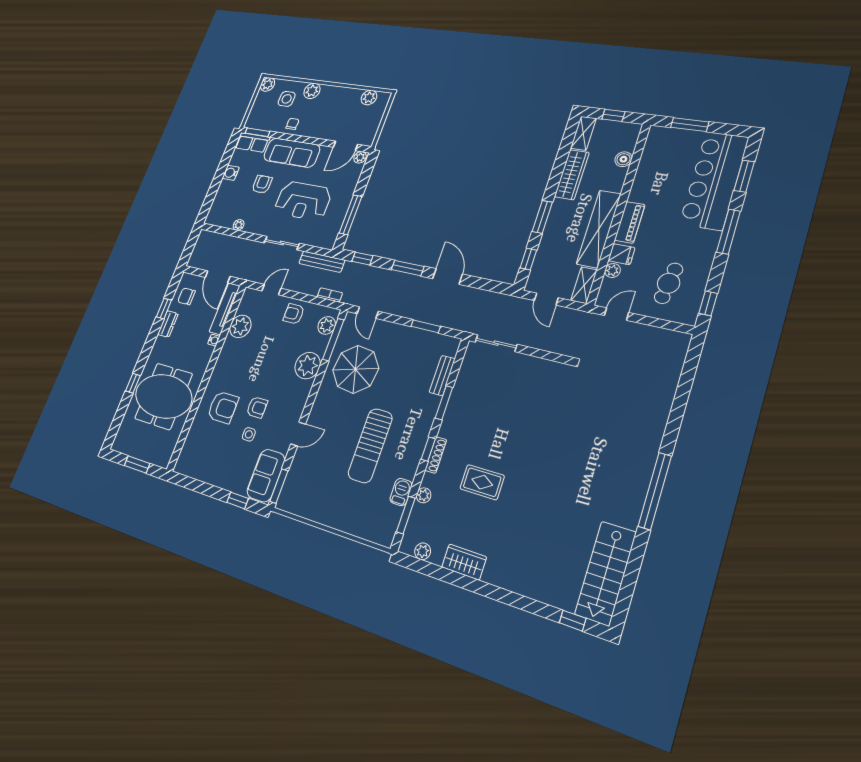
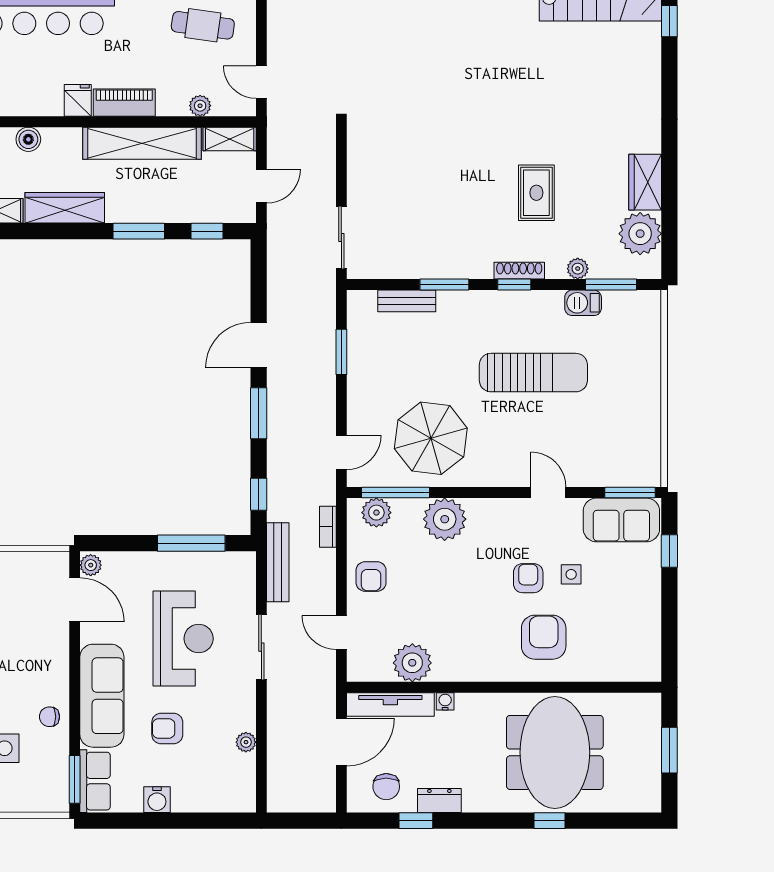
fridge: (621, 254) -> (78, 100), moved
plant: (423, 551) -> (640, 234), width x1.88, depth x1.88

